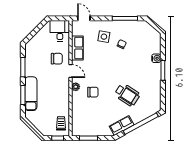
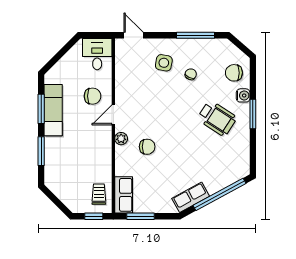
chair: (150, 43) -> (234, 73), added
row of seats: (77, 48) -> (124, 195), moved
door: (71, 71) -> (113, 115), swing flipped
exam couch: (31, 94) -> (53, 110), moved
wheelchair: (127, 95) -> (217, 118), moved

